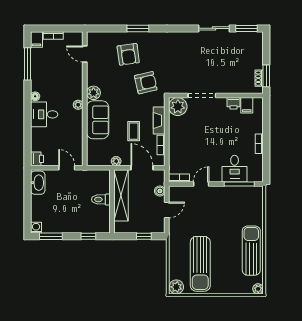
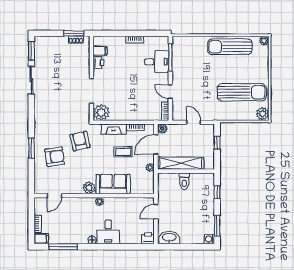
boiler: (160, 191) -> (162, 128), moved

